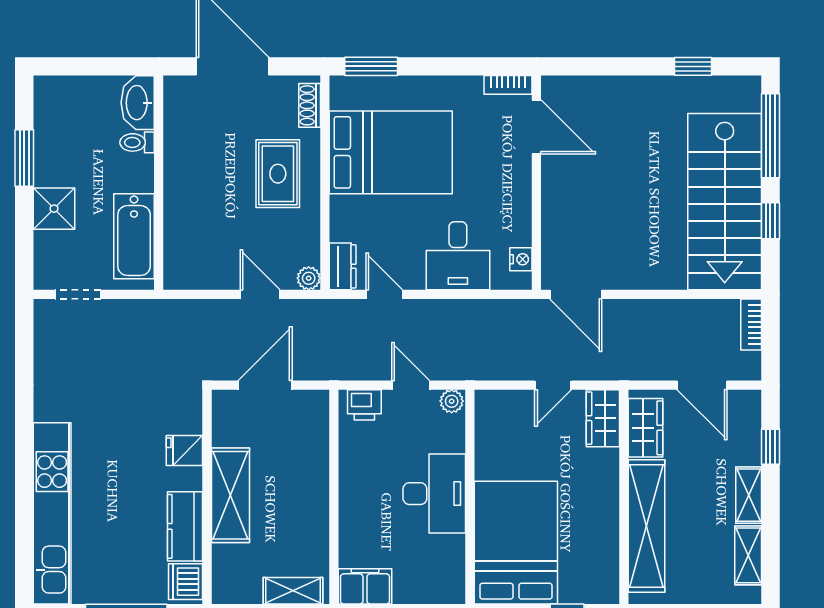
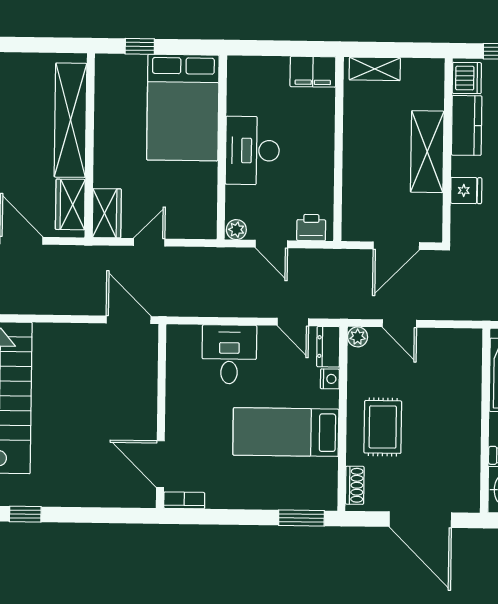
bed: (391, 152) -> (286, 432), width x0.67
nightstand: (521, 259) -> (330, 379), moved, turned 180

